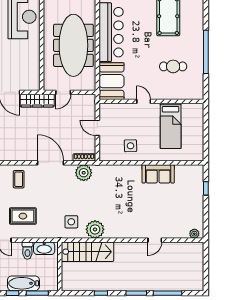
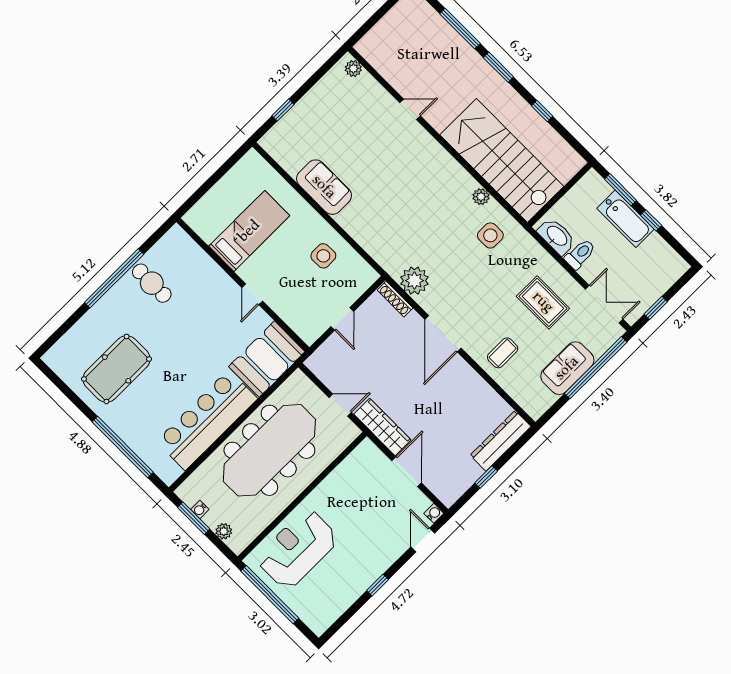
cafe table: (173, 66) -> (152, 283), moved
plant: (95, 229) -> (481, 197), width x0.53, depth x0.53
stairs: (88, 252) -> (502, 161), width x1.36, depth x1.51

